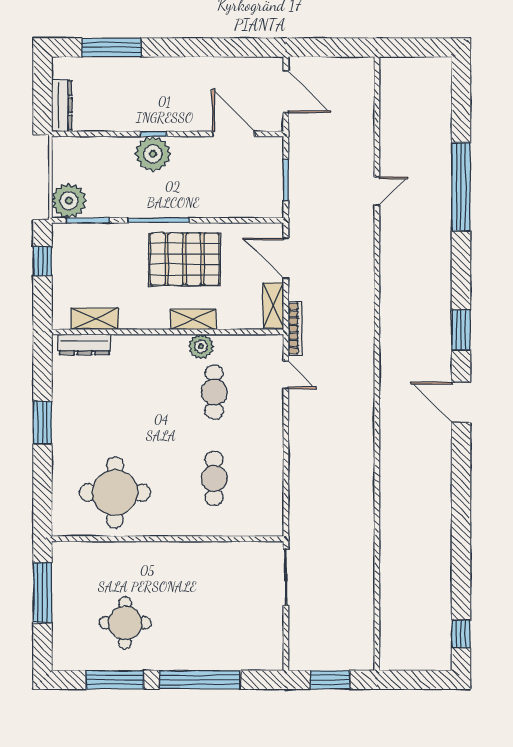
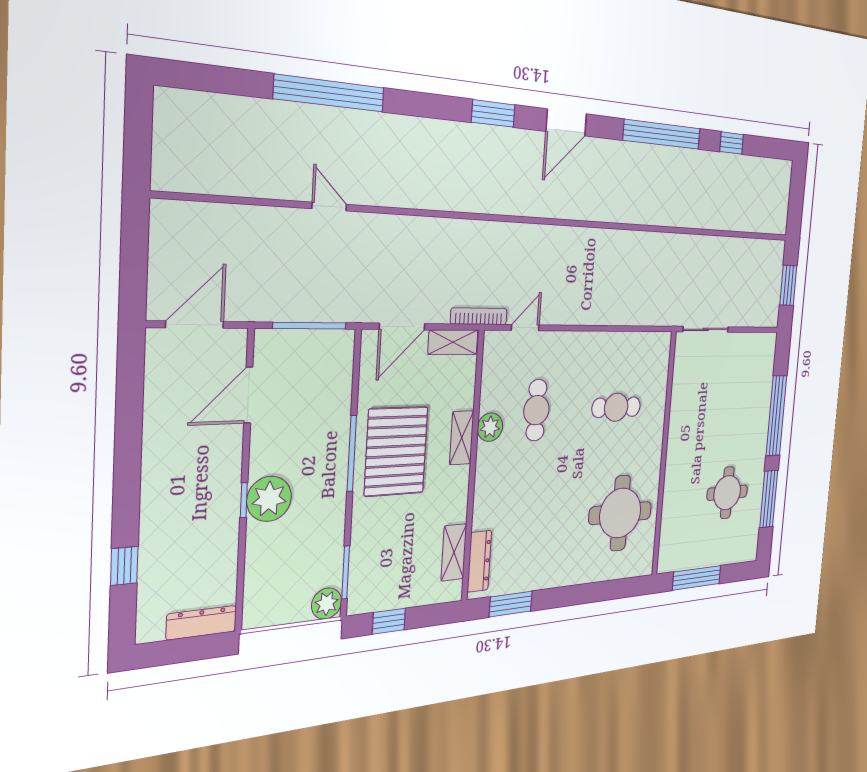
window: (111, 47) -> (124, 566), width x0.46
window: (286, 180) -> (310, 326), width x1.44
plant: (69, 201) -> (327, 604), width x0.73, depth x0.73
window: (159, 220) -> (352, 453), moved
cafe table: (214, 392) -> (536, 410), turned 90
window: (42, 423) -> (511, 604), moved
window: (461, 506) -> (662, 134), added
window: (461, 634) -> (732, 143), moved

